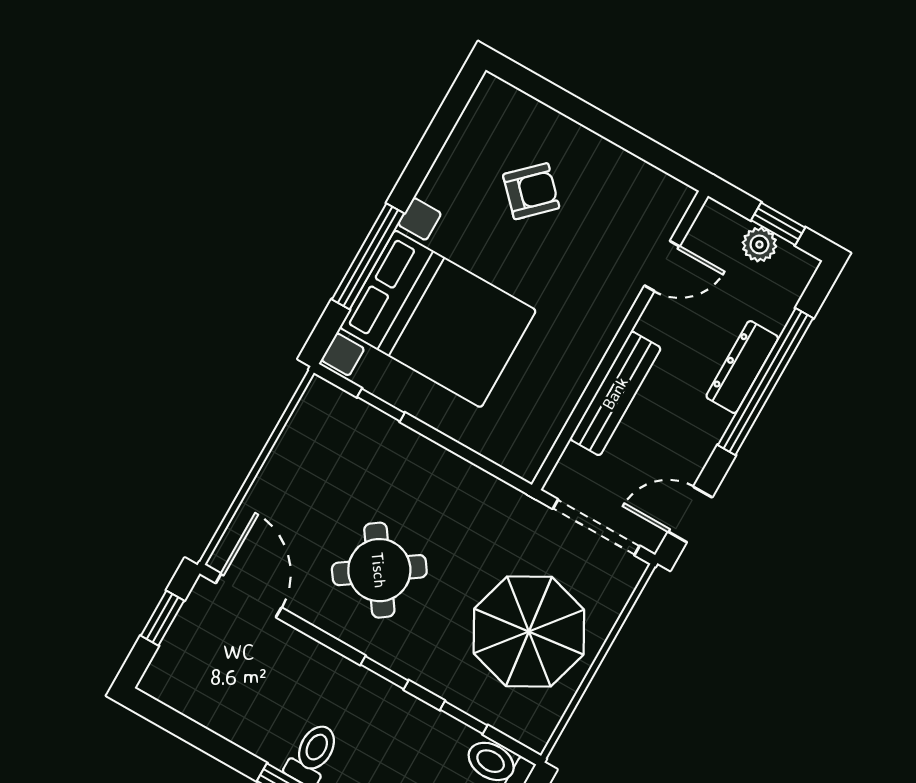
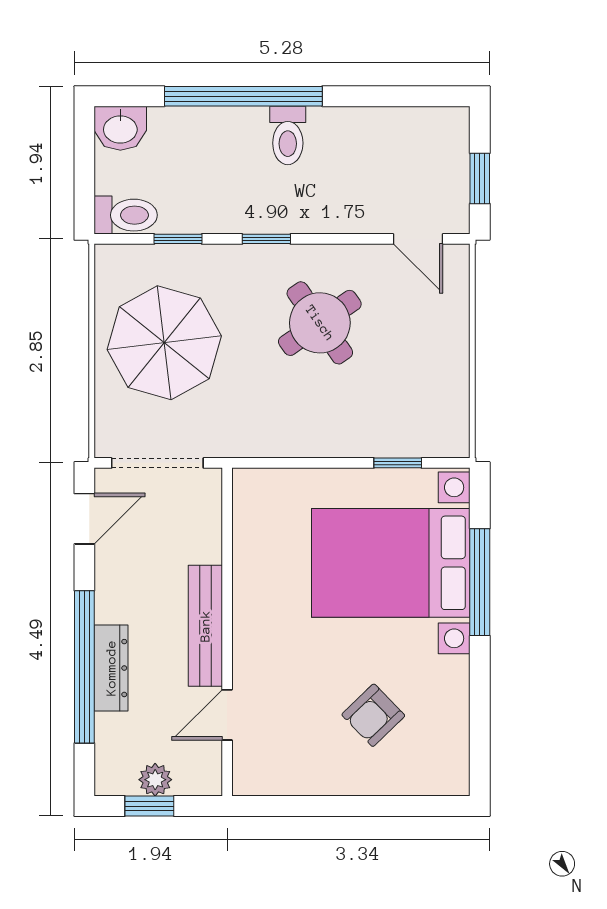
bench: (615, 393) -> (205, 626), moved
door: (249, 595) -> (418, 239), width x0.73

